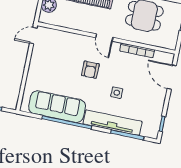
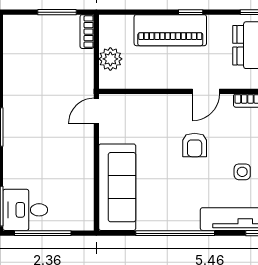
door: (104, 38) -> (206, 91), hinge flipped
sofa: (57, 107) -> (117, 187), moved, turned 90

